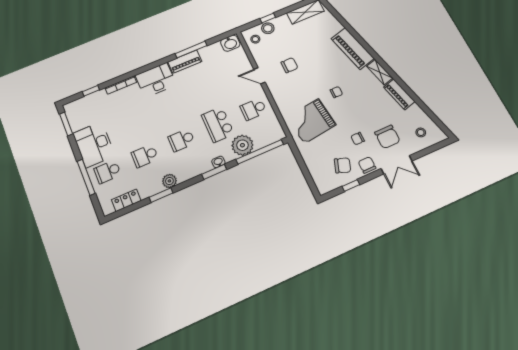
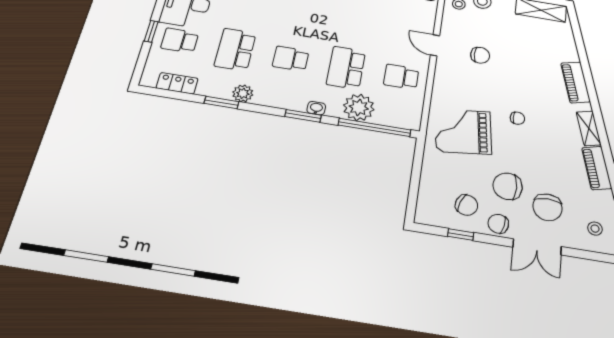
piano: (353, 49) -> (576, 82), width x0.73, depth x0.75
chair: (358, 139) -> (508, 186), width x1.87, depth x1.87
school desk: (145, 156) -> (235, 50), width x1.85
chair: (367, 165) -> (498, 224), turned -78
window: (86, 177) -> (151, 31), width x0.46

